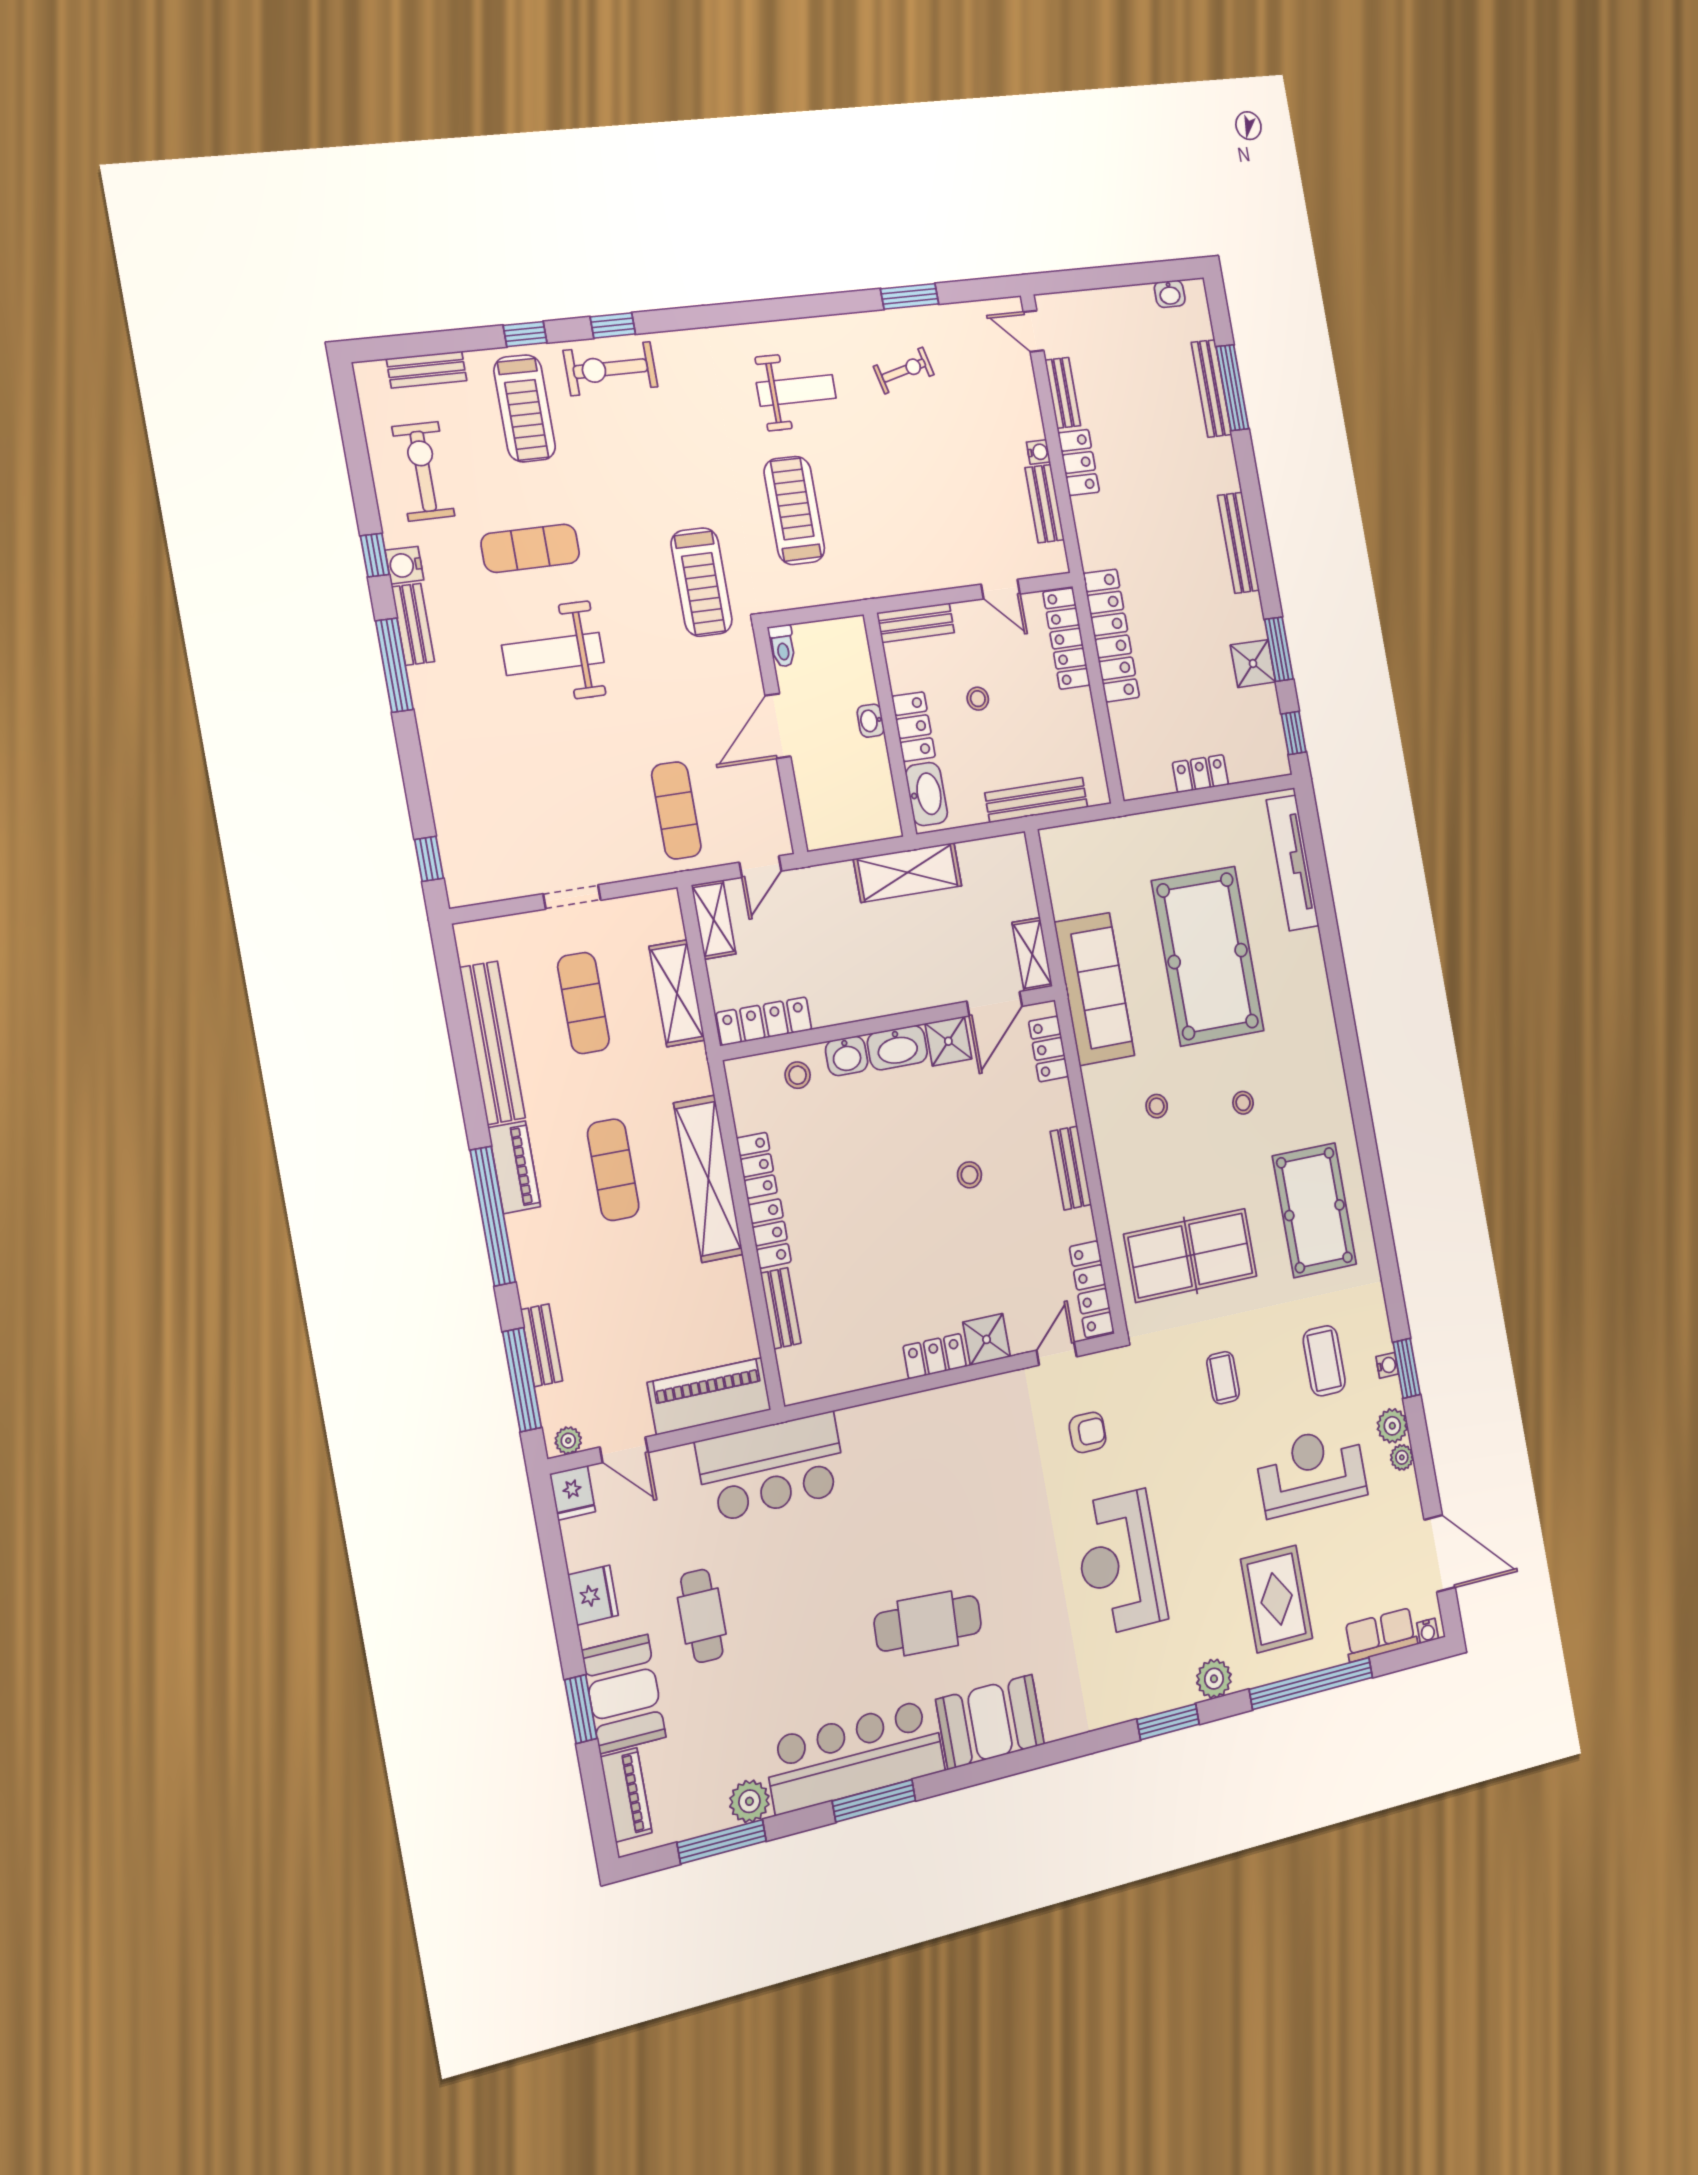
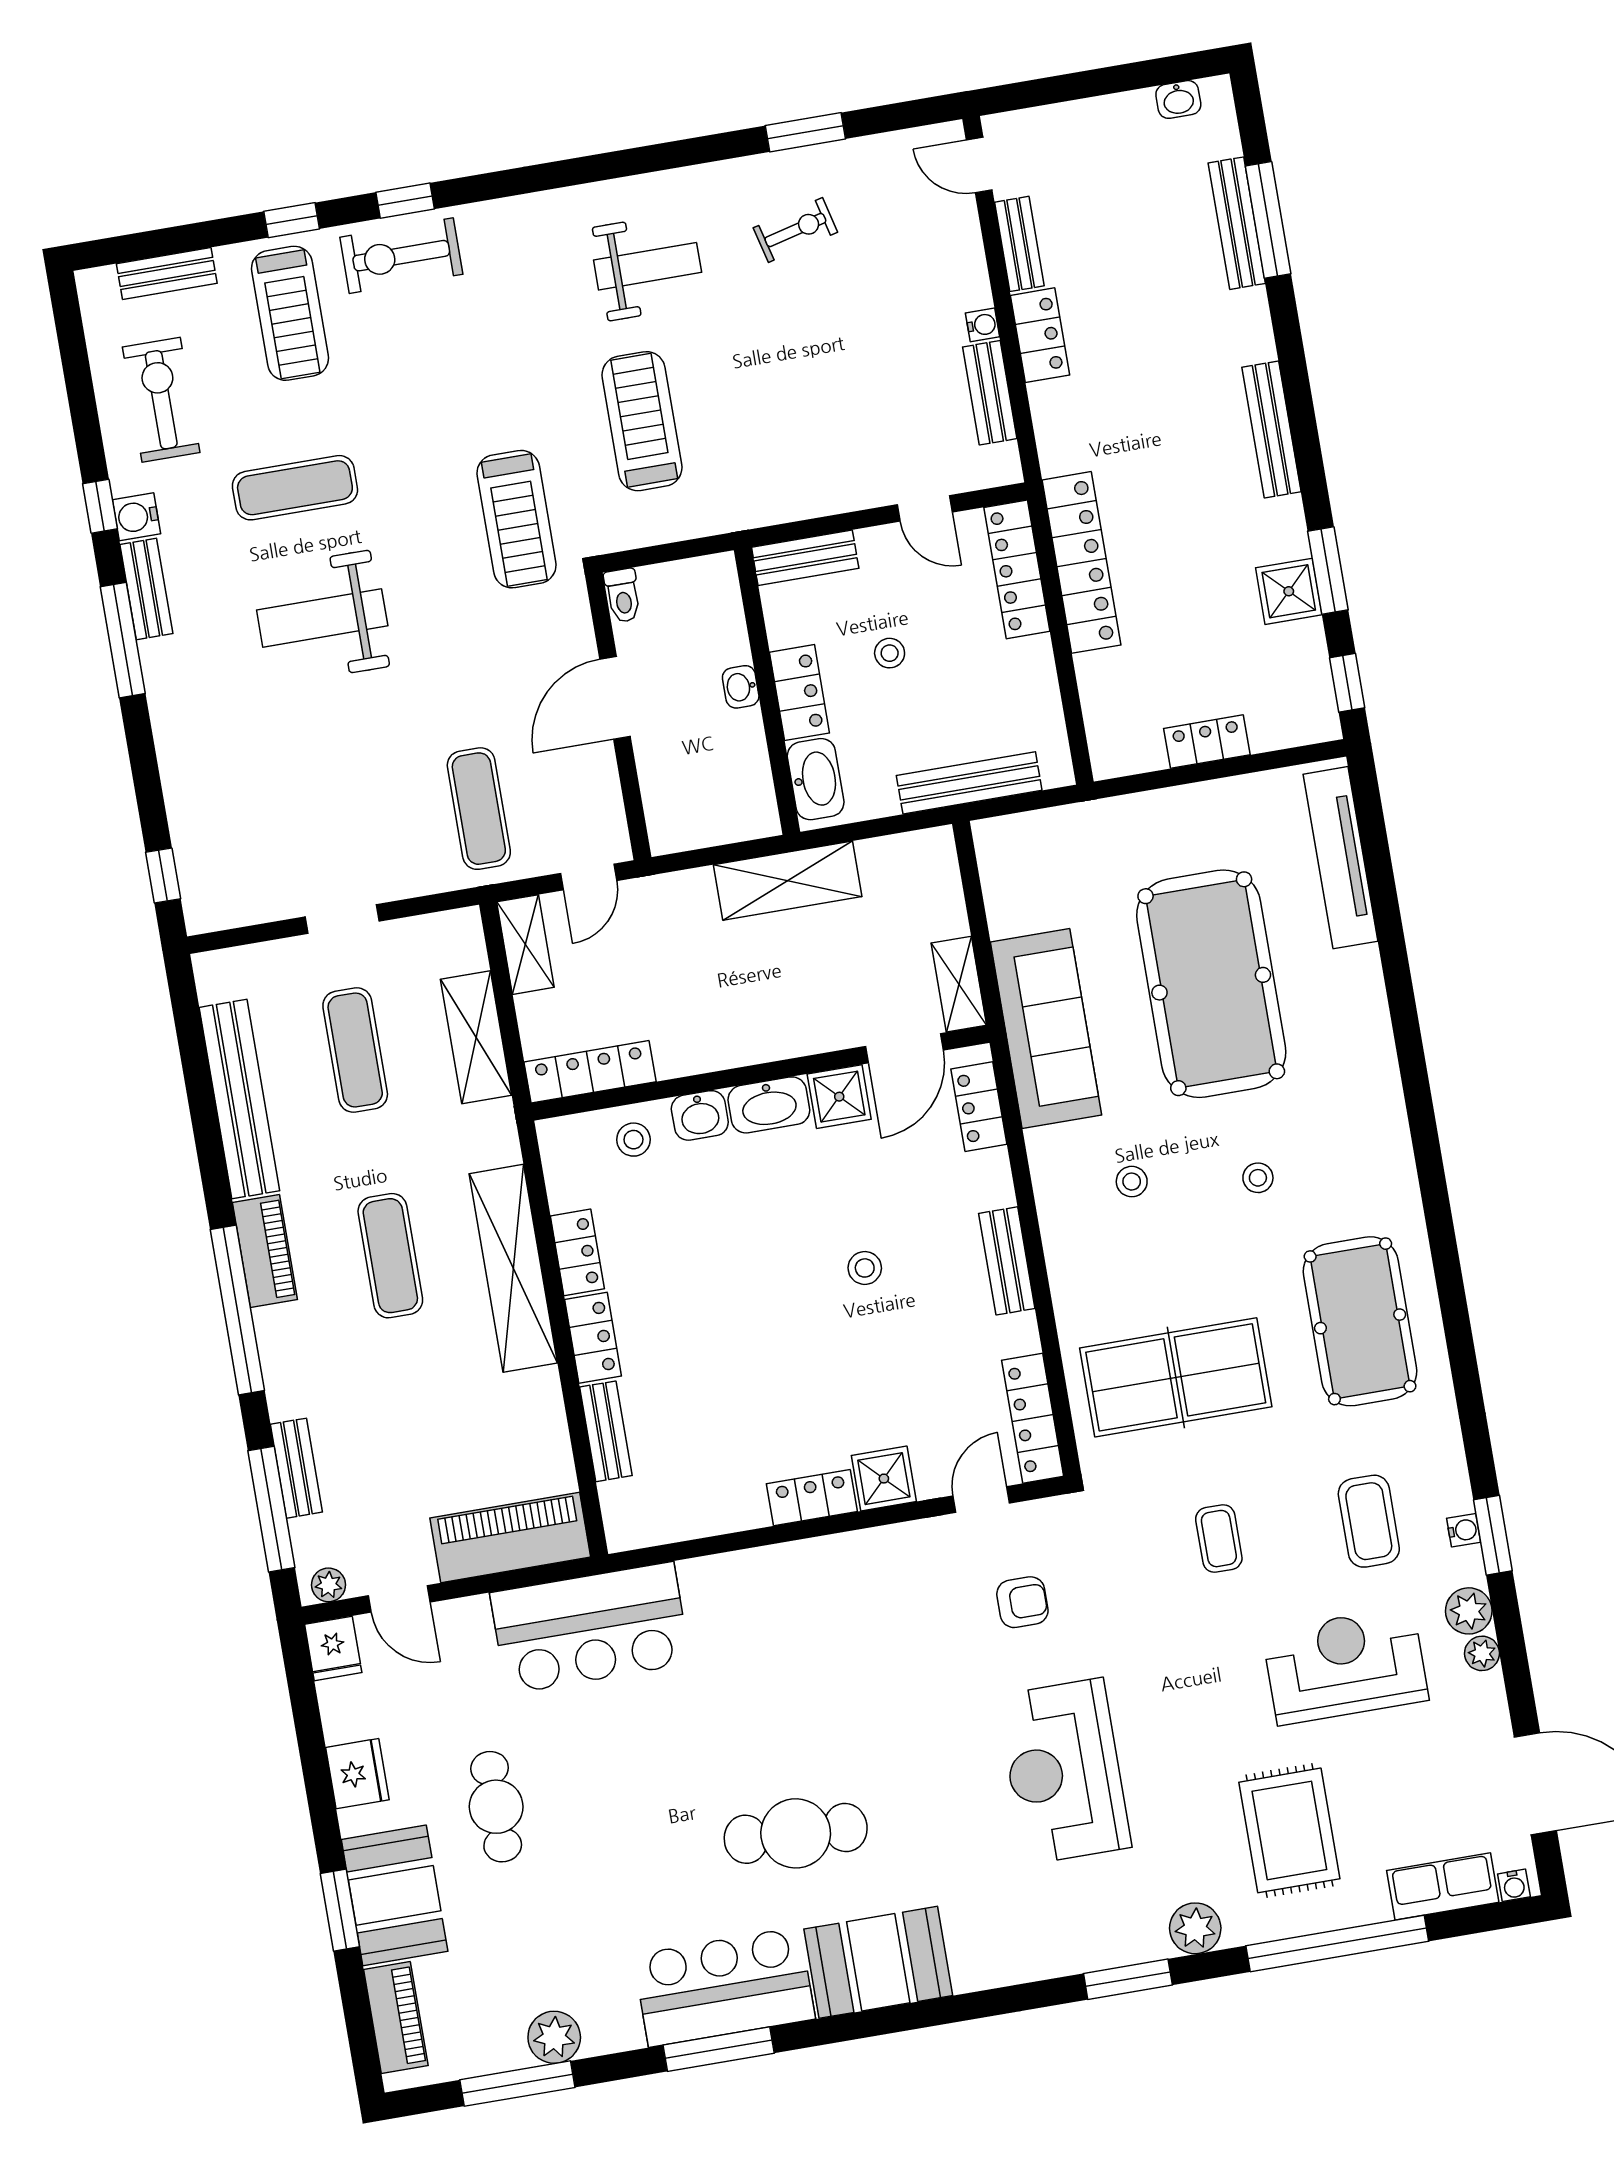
bar counter: (855, 1756) -> (724, 1987), width x0.73

